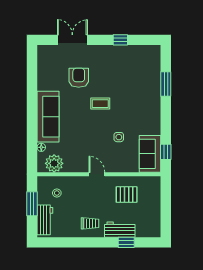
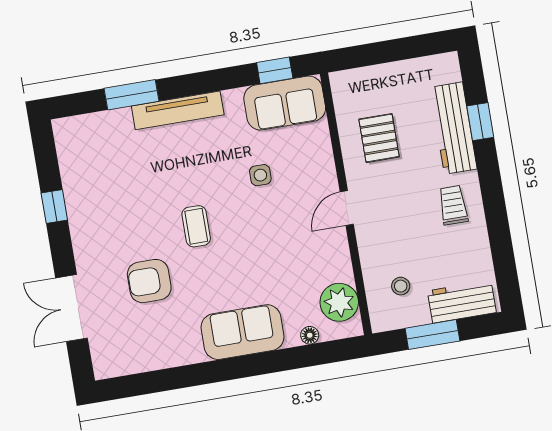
tv unit: (155, 104) -> (178, 110), added
sofa: (48, 117) -> (242, 332), width x0.73
workbench: (120, 230) -> (453, 128), width x1.38

